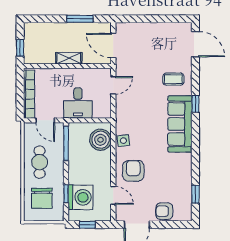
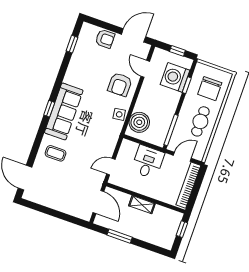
window: (195, 104) -> (49, 109), moved
door: (45, 120) -> (182, 157), hinge flipped
chair: (42, 198) -> (210, 89), turned 180

